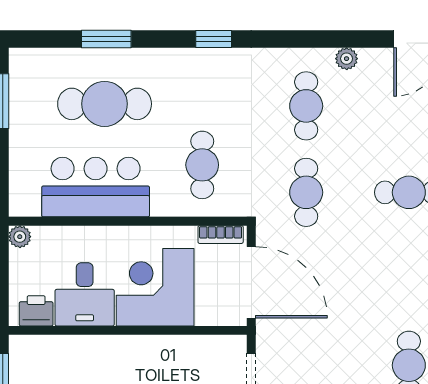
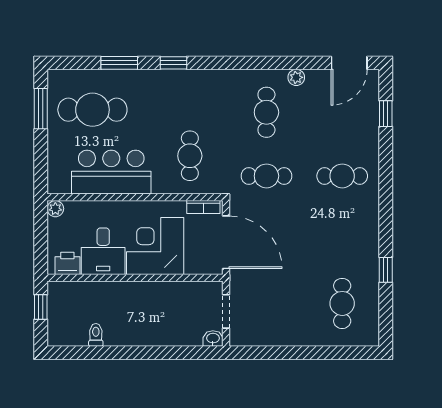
window: (214, 39) -> (174, 63), moved
cafe table: (105, 104) -> (92, 110), moved
cafe table: (306, 192) -> (266, 176), turned 90

